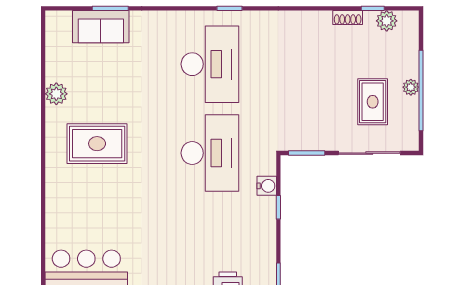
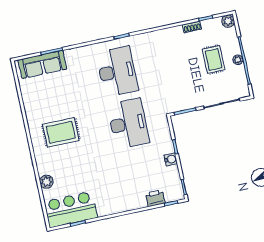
plant: (387, 21) -> (228, 21), moved
sofa: (101, 27) -> (42, 64), width x1.36
plant: (56, 94) -> (46, 182), moved
rug: (373, 102) -> (214, 59), moved
water cooler: (267, 186) -> (171, 159), moved

